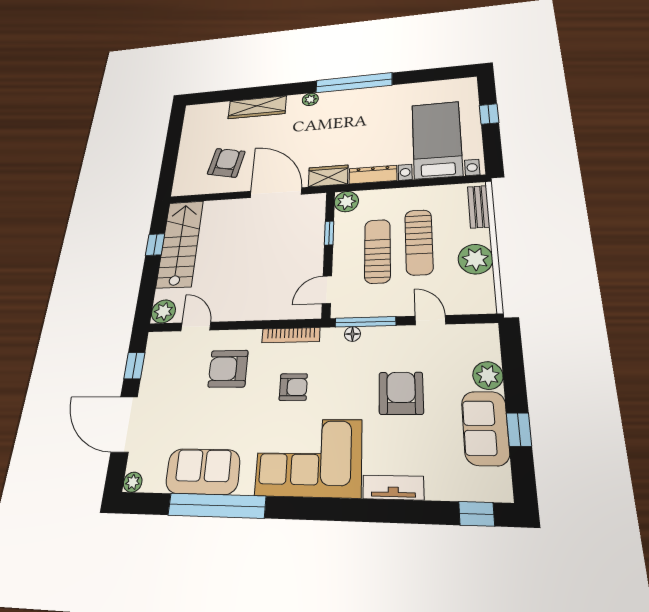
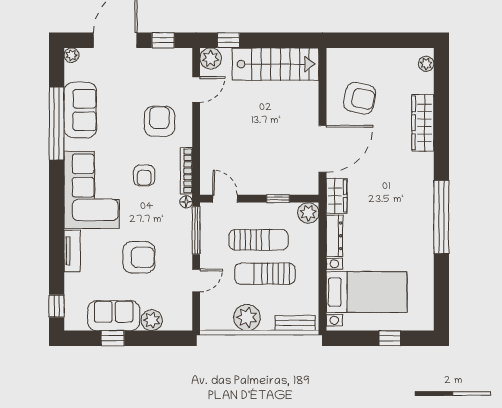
plant: (310, 99) -> (426, 64), moved
window: (155, 245) -> (229, 40), moved
floor lamp: (352, 334) -> (186, 202), moved

